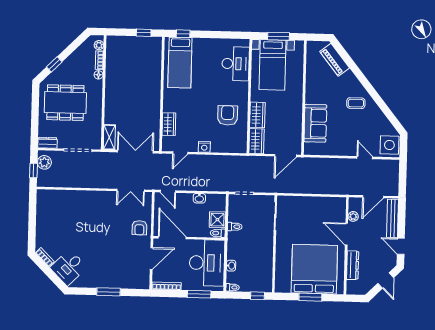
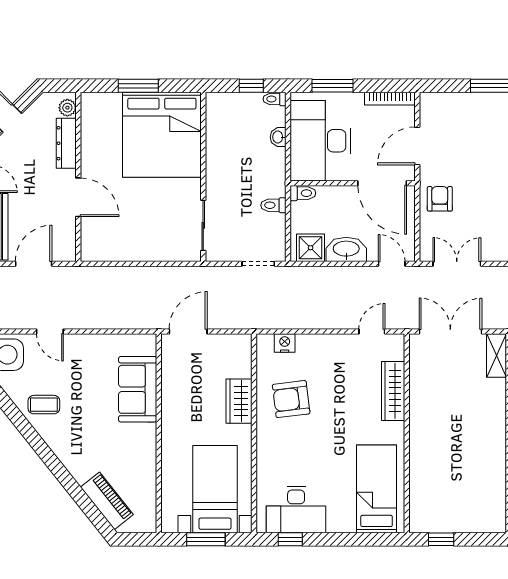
window: (183, 34) -> (290, 539), moved
desk: (236, 64) -> (296, 510), moved, turned -90
coffee table: (356, 103) -> (44, 405), moved
armchair: (228, 115) -> (291, 399), turned 83
wardrobe: (169, 124) -> (393, 391), width x1.50
wardrobe: (257, 141) -> (239, 355), removed
nightstand: (204, 147) -> (285, 343), moved
double door: (135, 152) -> (450, 332), swing flipped
washbasin: (199, 198) -> (346, 249), width x1.91, depth x1.45
plant: (353, 216) -> (67, 108), moved
shower: (217, 220) -> (311, 248), moved
bed: (314, 269) -> (162, 135), moved
window: (257, 296) -> (251, 86), moved

